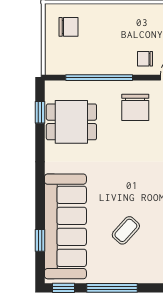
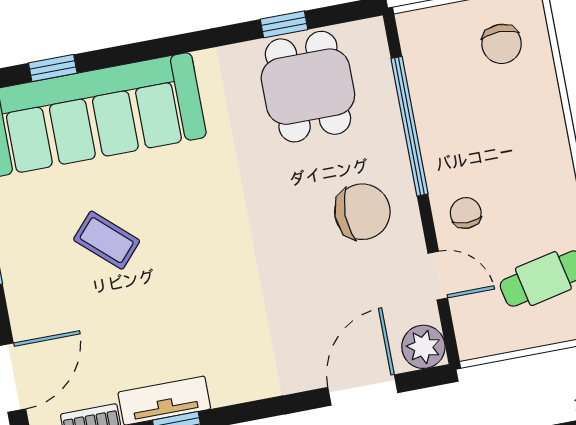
chair: (135, 107) -> (362, 212), turned 180
window: (40, 112) -> (284, 24), moved

